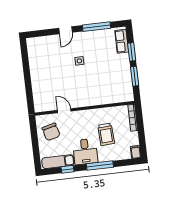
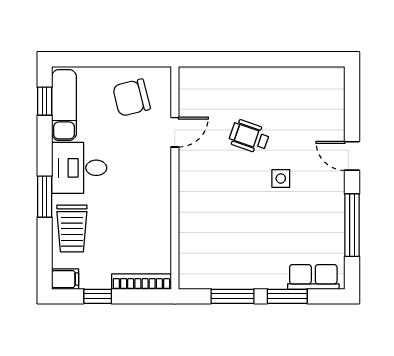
wheelchair: (62, 77) -> (249, 137), added
trolley: (106, 134) -> (72, 228), moved, turned -87
window: (142, 137) -> (98, 296), added
window: (100, 165) -> (45, 197), width x0.69
window: (67, 169) -> (45, 101), moved

